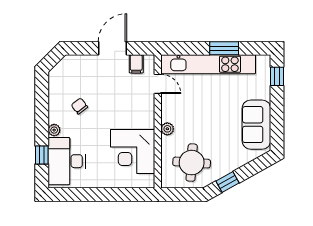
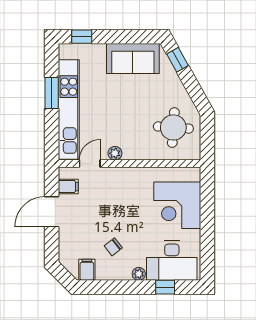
door: (112, 48) -> (52, 212), hinge flipped
filing cabinet: (58, 81) -> (87, 270), added
plant: (167, 129) -> (115, 153), moved
corner desk: (133, 151) -> (177, 205), moved, turned 90
window: (227, 182) -> (177, 60), moved

